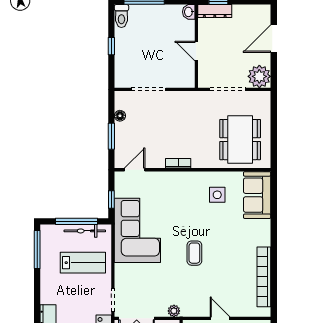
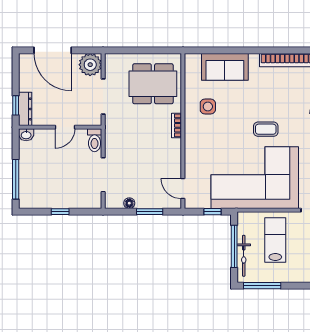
toilet: (121, 16) -> (95, 140), moved, turned 90
door: (274, 39) -> (53, 50), width x1.36
bookcase: (178, 163) -> (176, 125), moved
sofa: (257, 195) -> (225, 67), moved
corner sofa: (137, 230) -> (255, 178), width x1.36, depth x1.36
bicycle: (85, 231) -> (244, 256), moved

